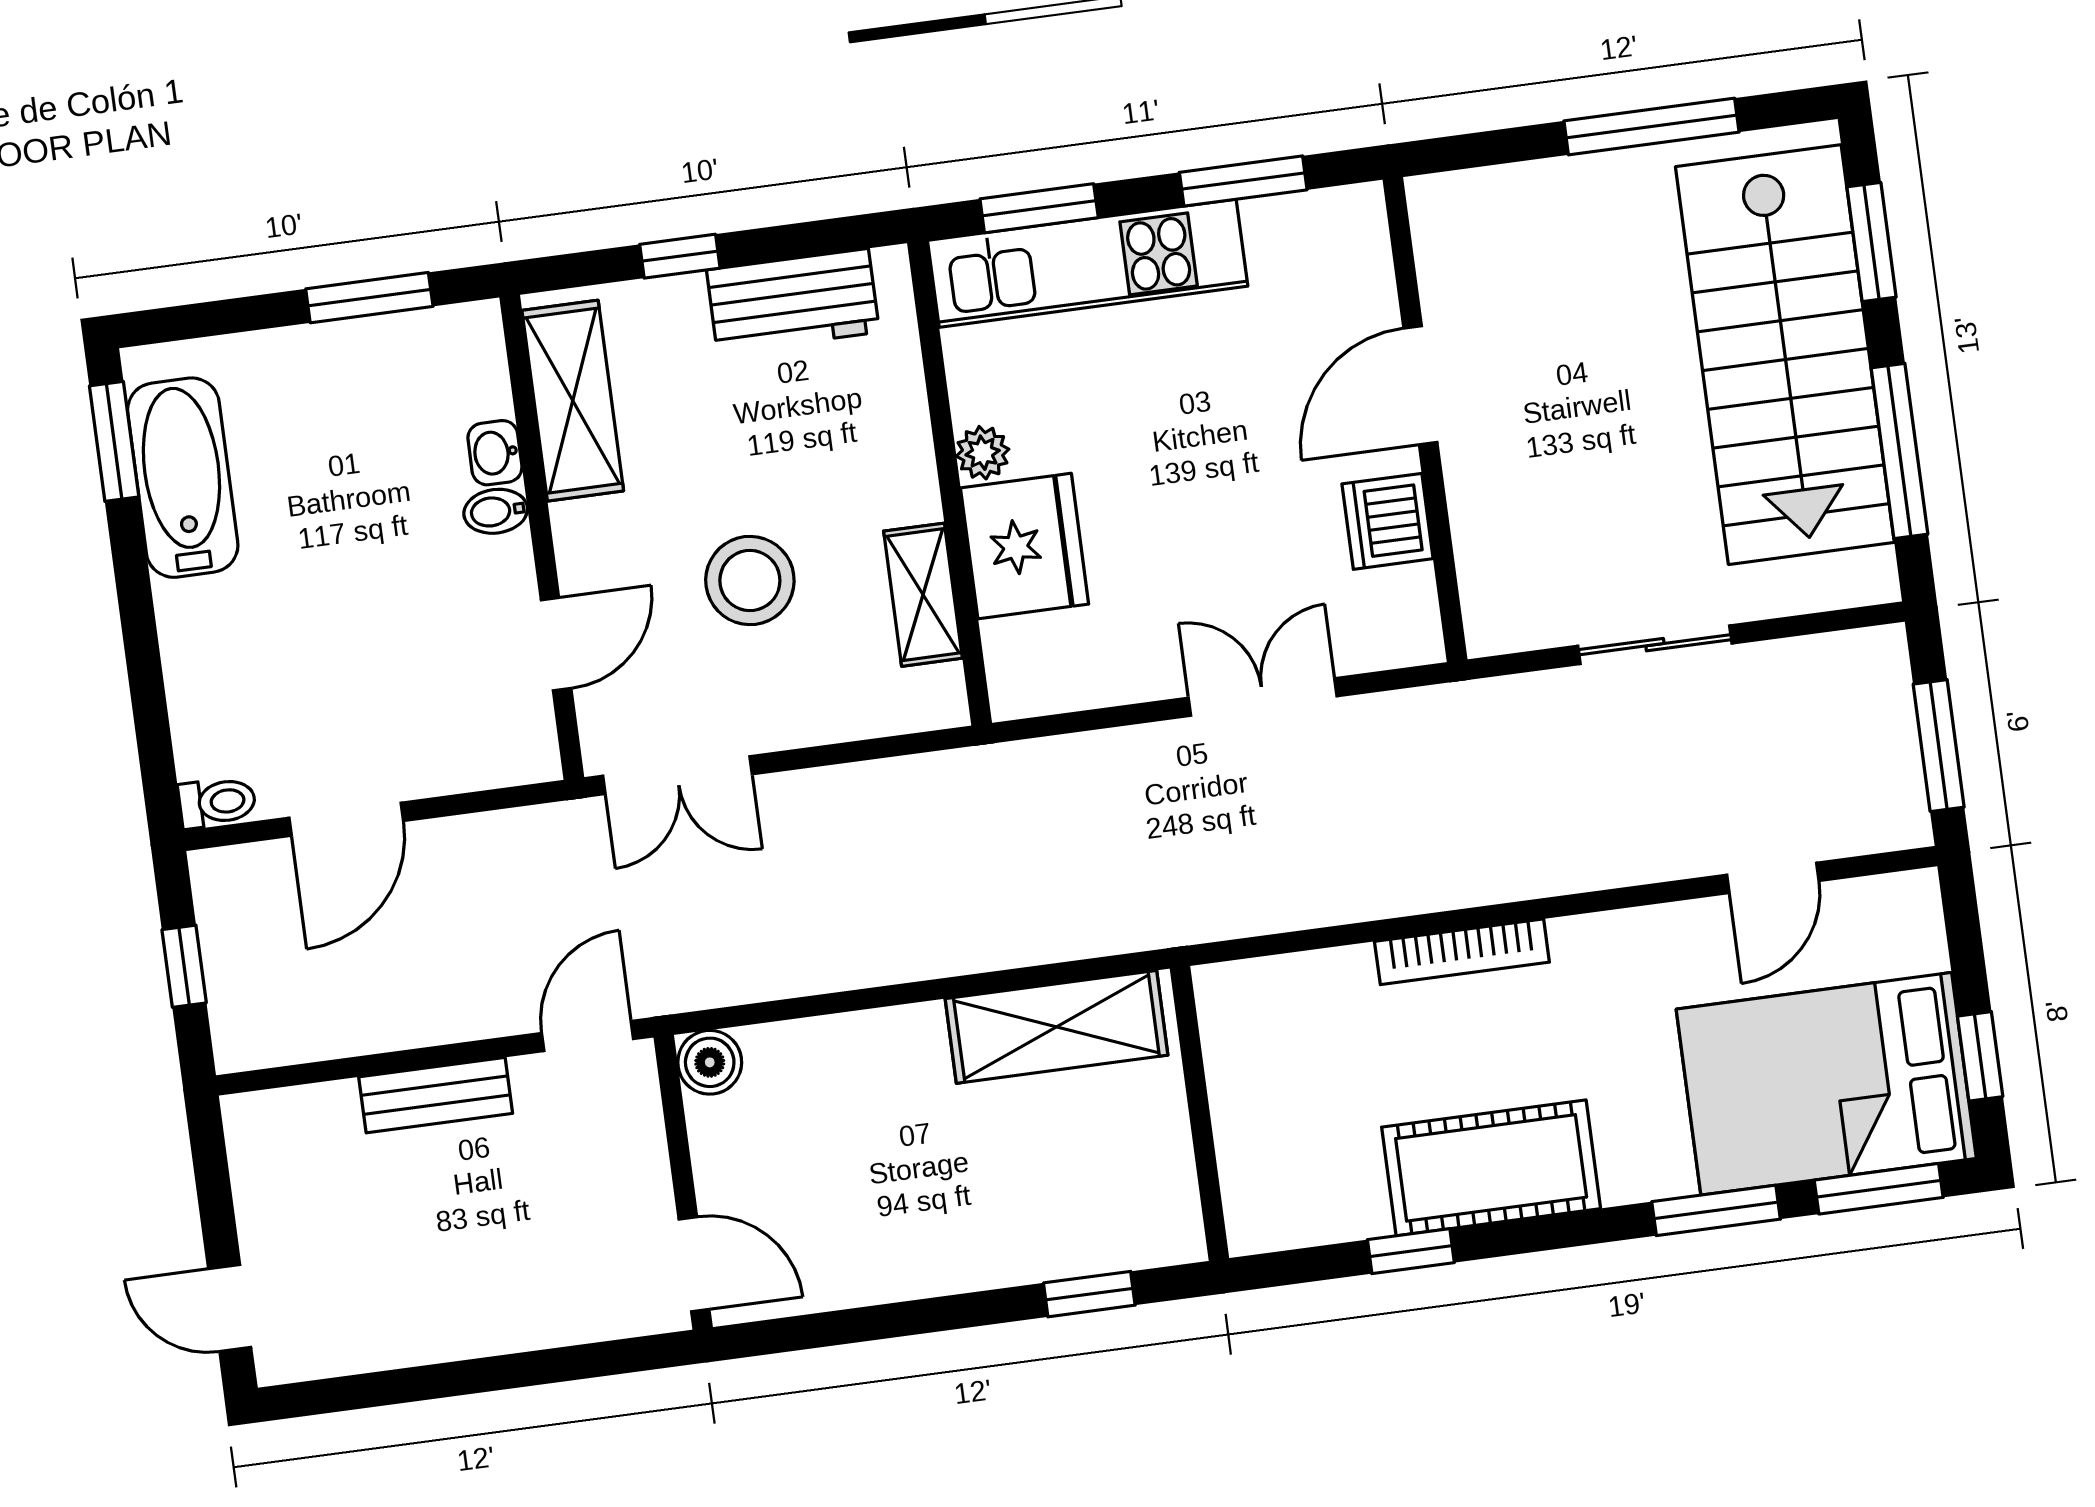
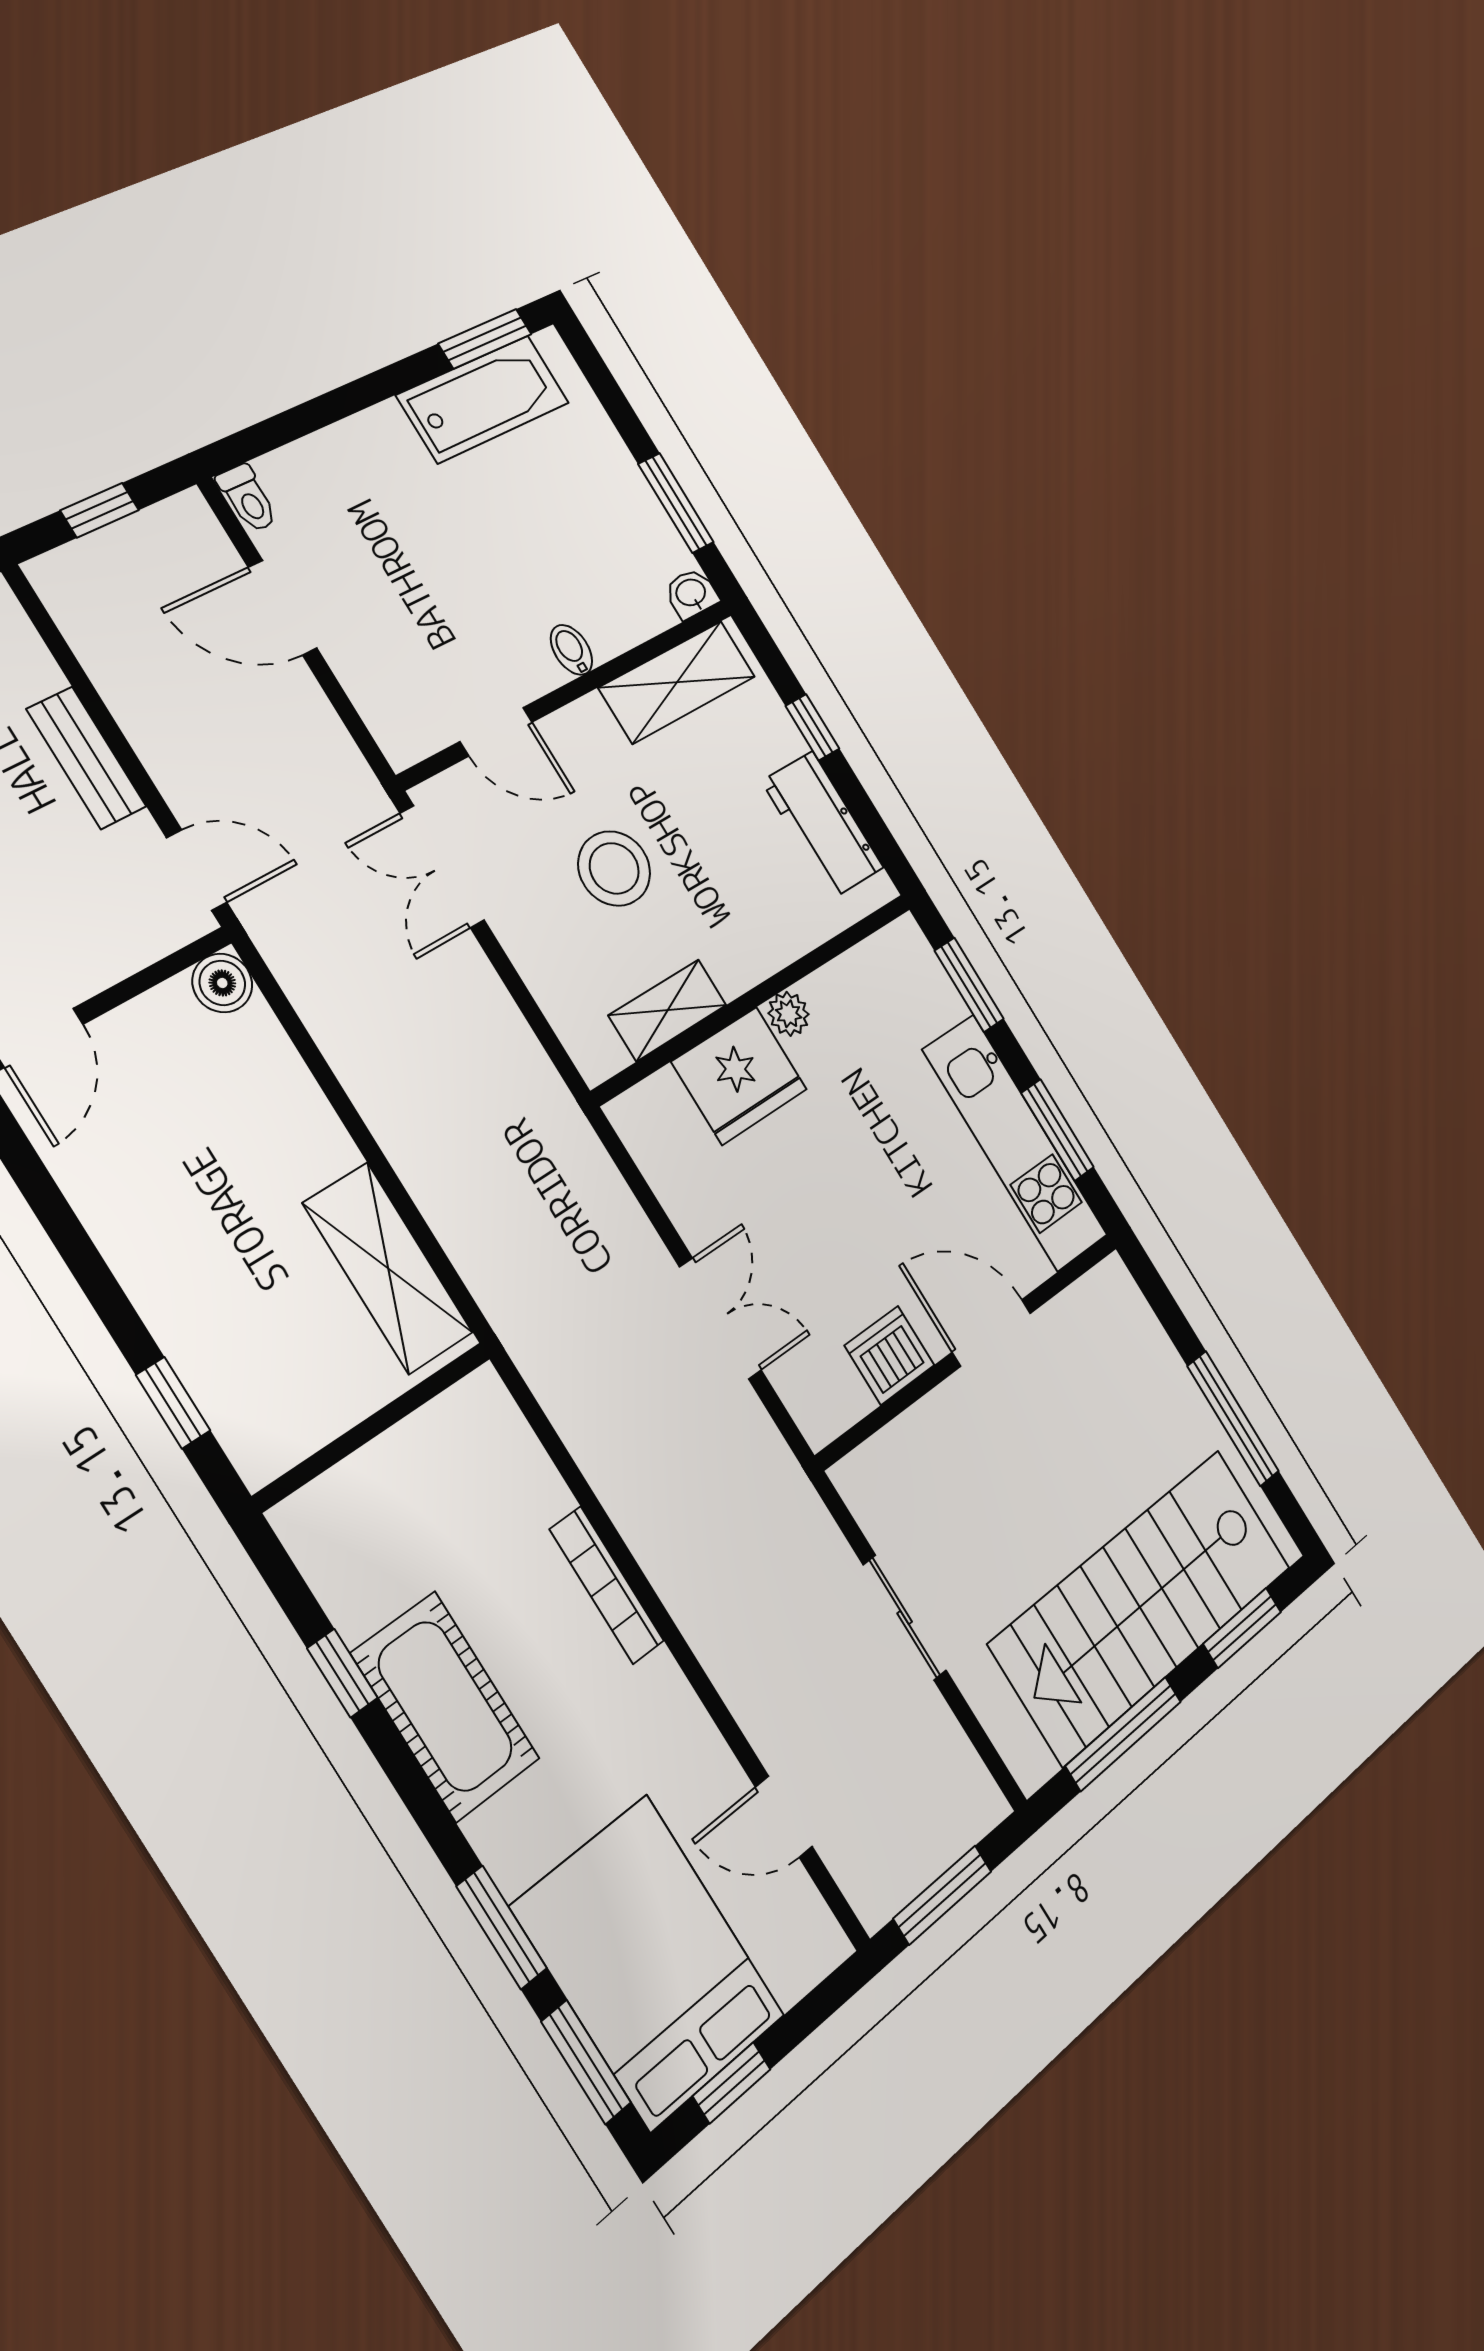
kitchen unit: (1088, 263) -> (1015, 1143), moved
washbasin: (495, 453) -> (691, 593), moved

